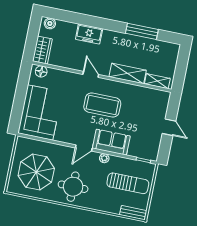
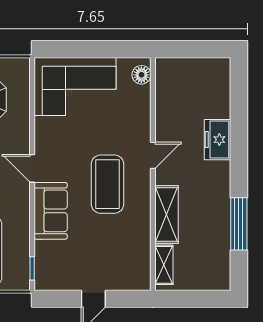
boiler: (50, 23) -> (222, 73), removed
wardrobe: (42, 50) -> (176, 70), removed
plant: (104, 158) -> (23, 205), removed

